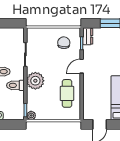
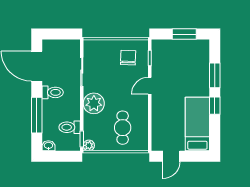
dresser: (88, 36) -> (157, 50), removed
toilet: (15, 85) -> (70, 127), moved
cafe table: (67, 93) -> (123, 128), moved

